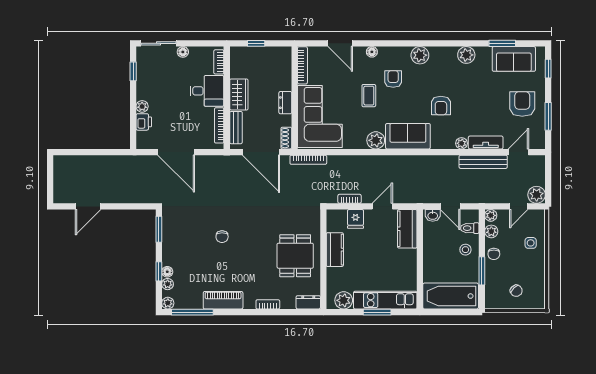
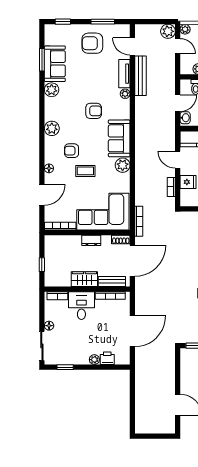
sofa: (514, 59) -> (55, 64), moved
plant: (491, 215) -> (185, 29), moved

